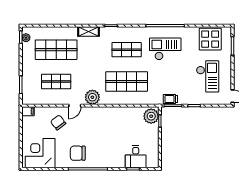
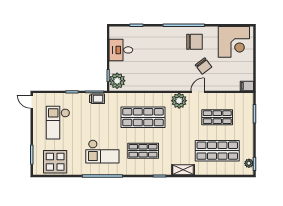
chair: (58, 122) -> (204, 66), moved
desk: (136, 157) -> (121, 50), moved, turned -90

